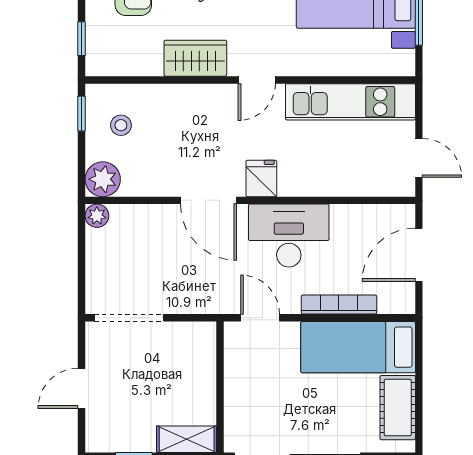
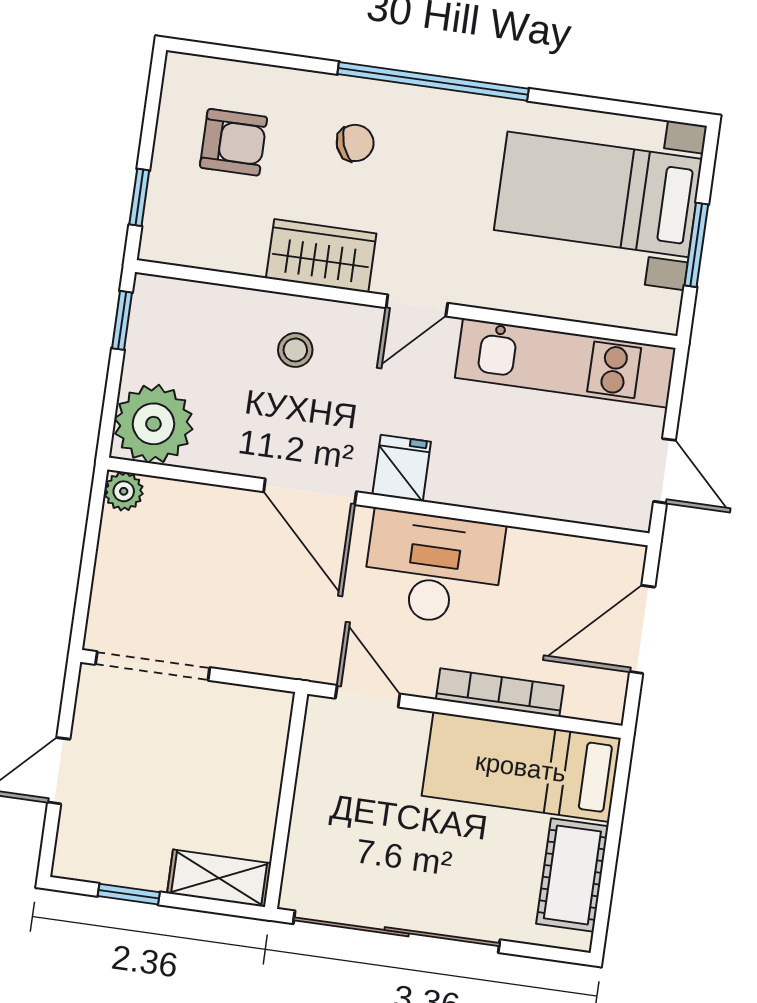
stool: (121, 125) -> (295, 350), moved
plant: (103, 179) -> (153, 424), width x1.36, depth x1.36

